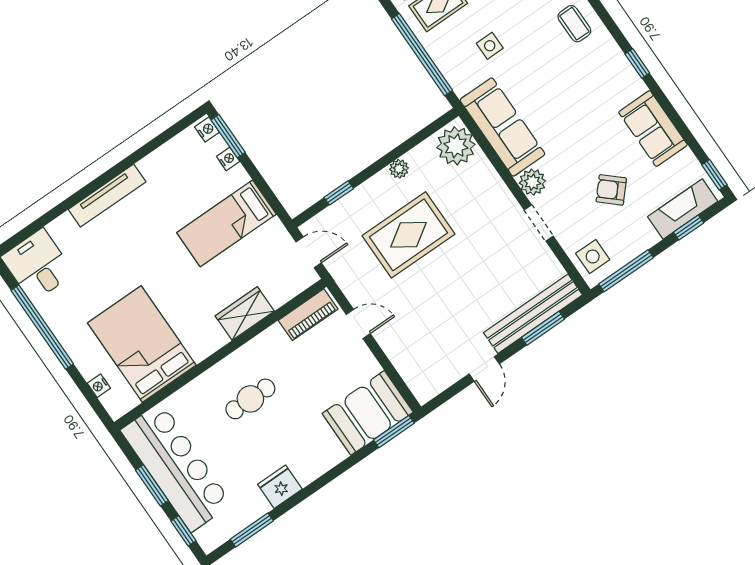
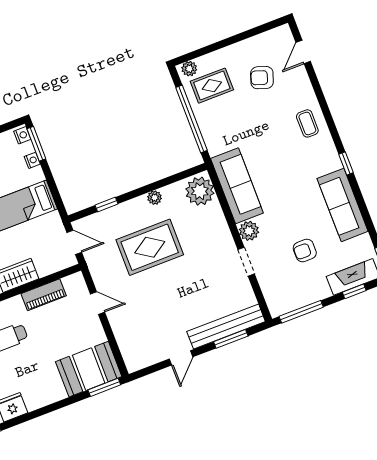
side table: (490, 46) -> (242, 124), removed
sofa: (653, 128) -> (343, 205), width x1.36
armchair: (611, 190) -> (305, 250), turned -42
side table: (593, 257) -> (279, 296), removed
piano: (308, 315) -> (44, 295), moved

